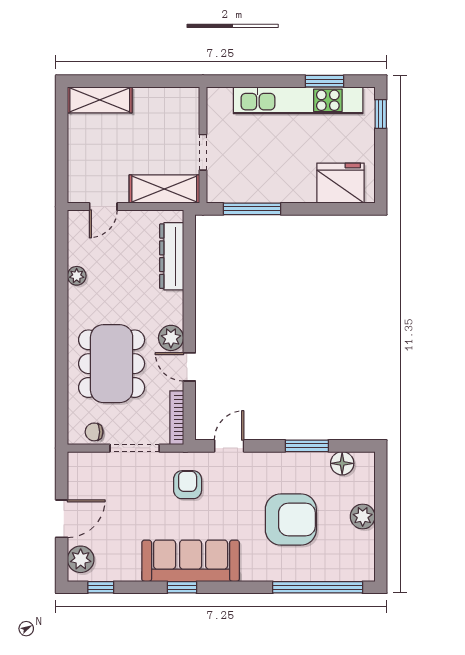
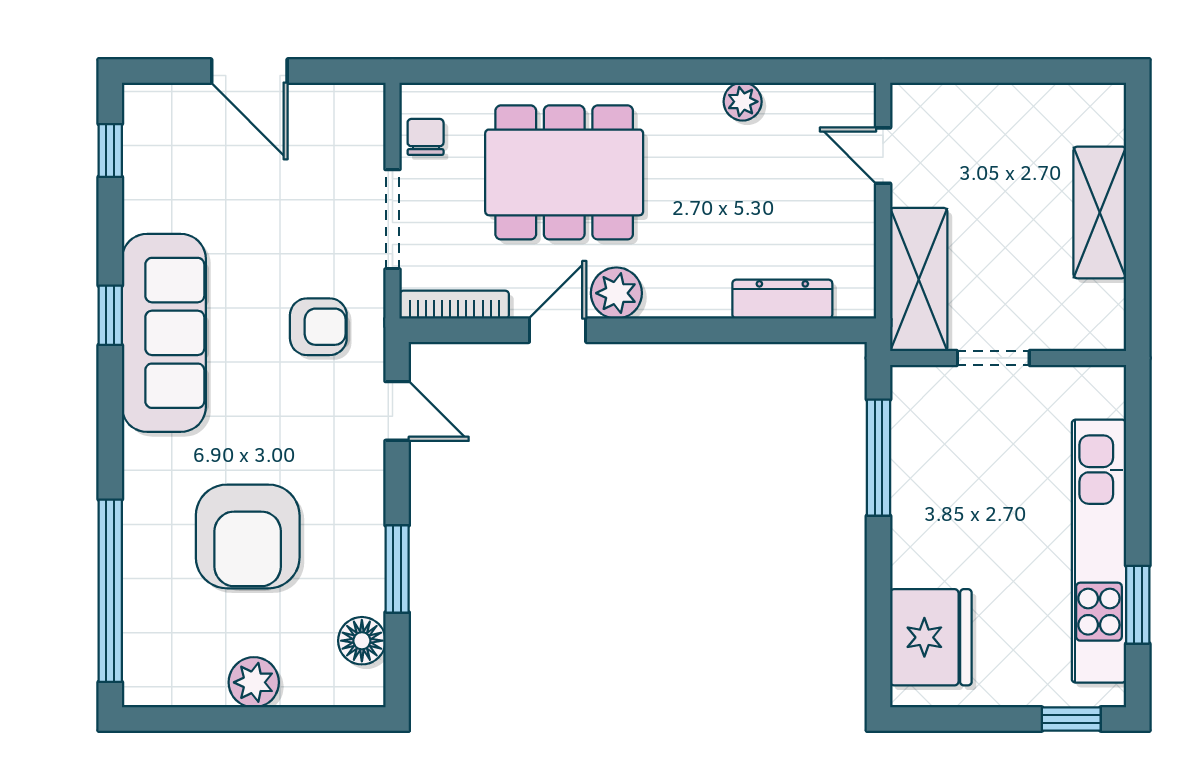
shelving: (100, 100) -> (1100, 212), moved
dresser: (172, 256) -> (782, 299), width x0.73, depth x0.80
plant: (81, 559) -> (167, 110), removed

